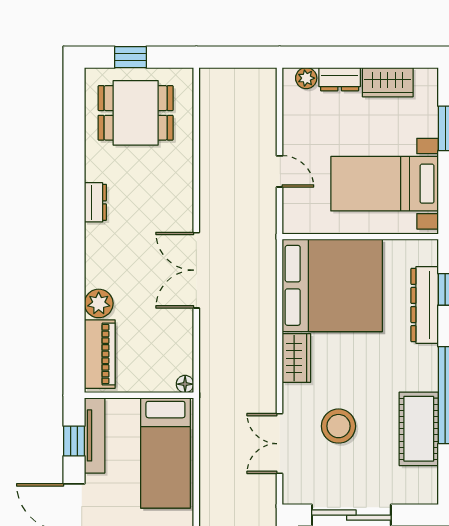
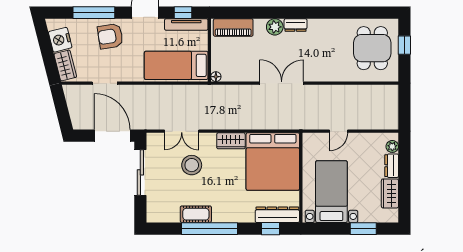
dresser: (95, 202) -> (296, 25), moved
plant: (99, 303) -> (275, 27), moved
dresser: (425, 305) -> (277, 215), moved
cot: (419, 429) -> (196, 214), width x0.73, depth x0.75
double door: (280, 444) -> (182, 131), swing flipped

